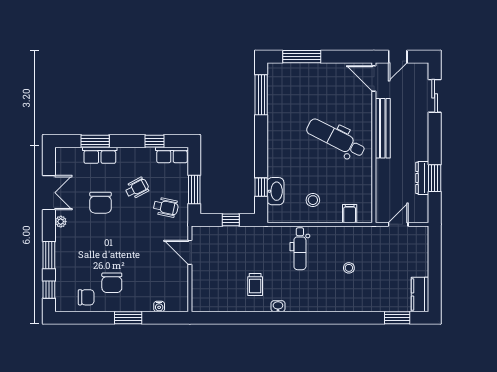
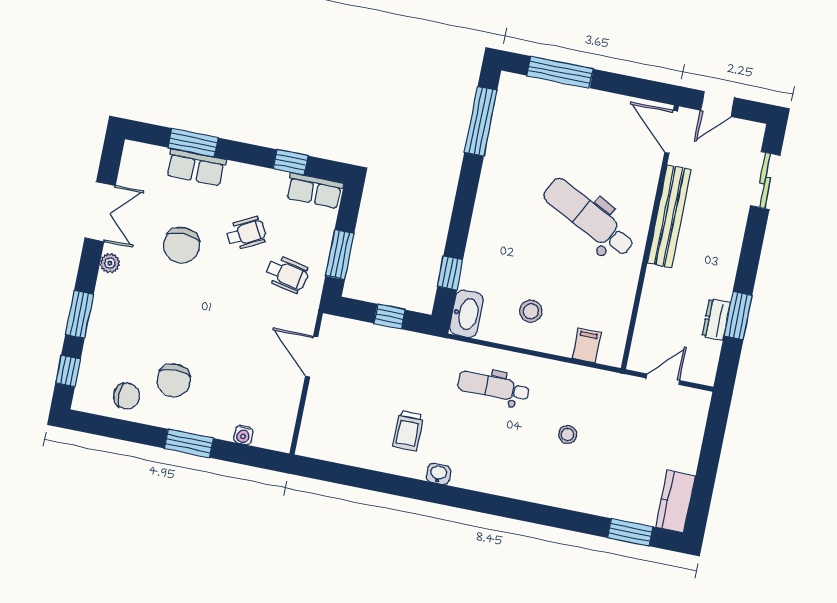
dresser: (422, 178) -> (716, 319), width x0.70
washbasin: (275, 191) -> (466, 314), moved
dental chair: (300, 249) -> (494, 387), turned 90

